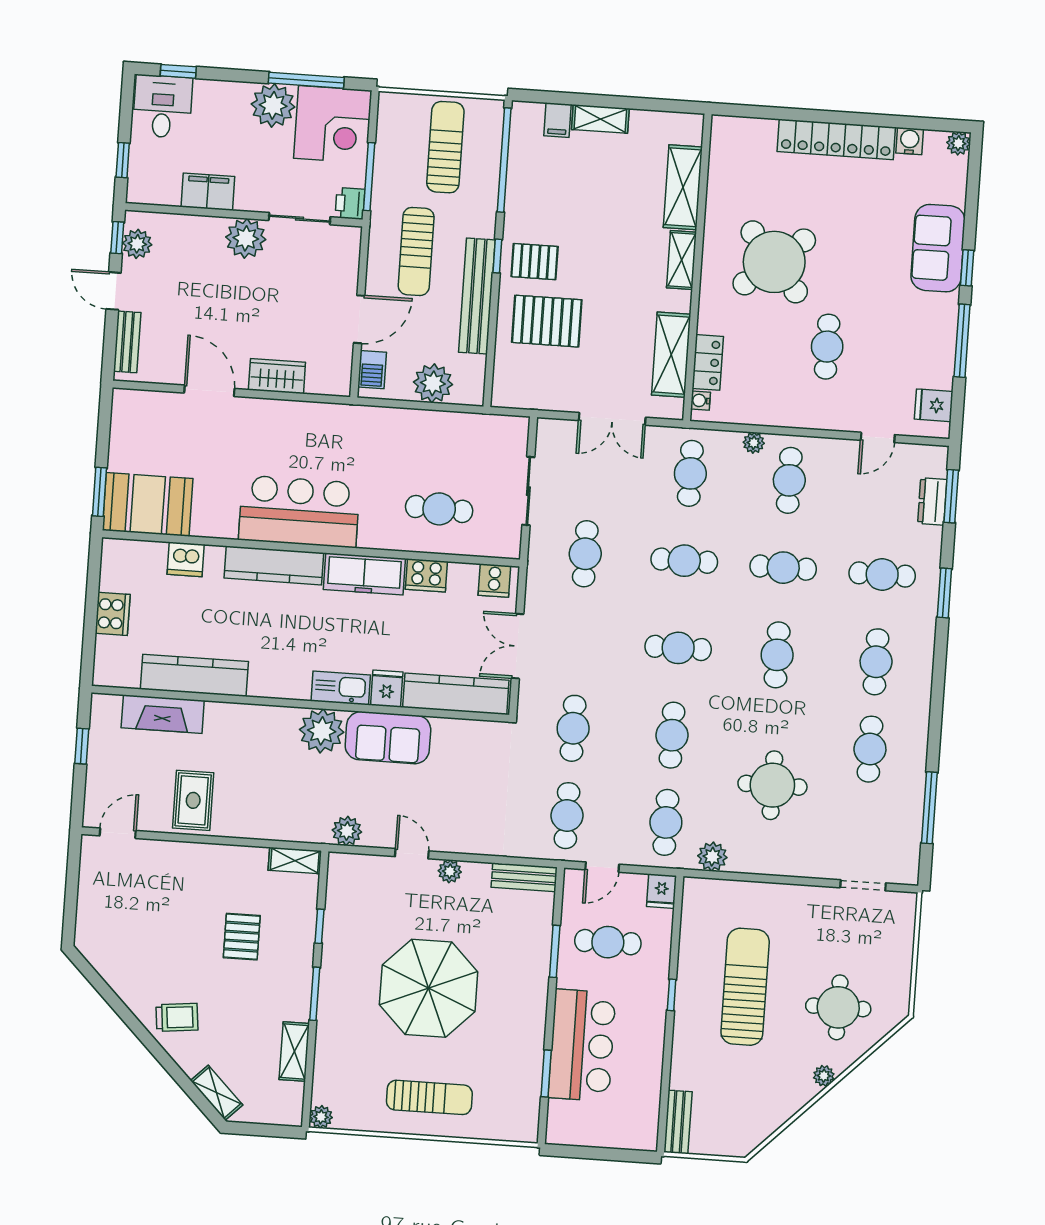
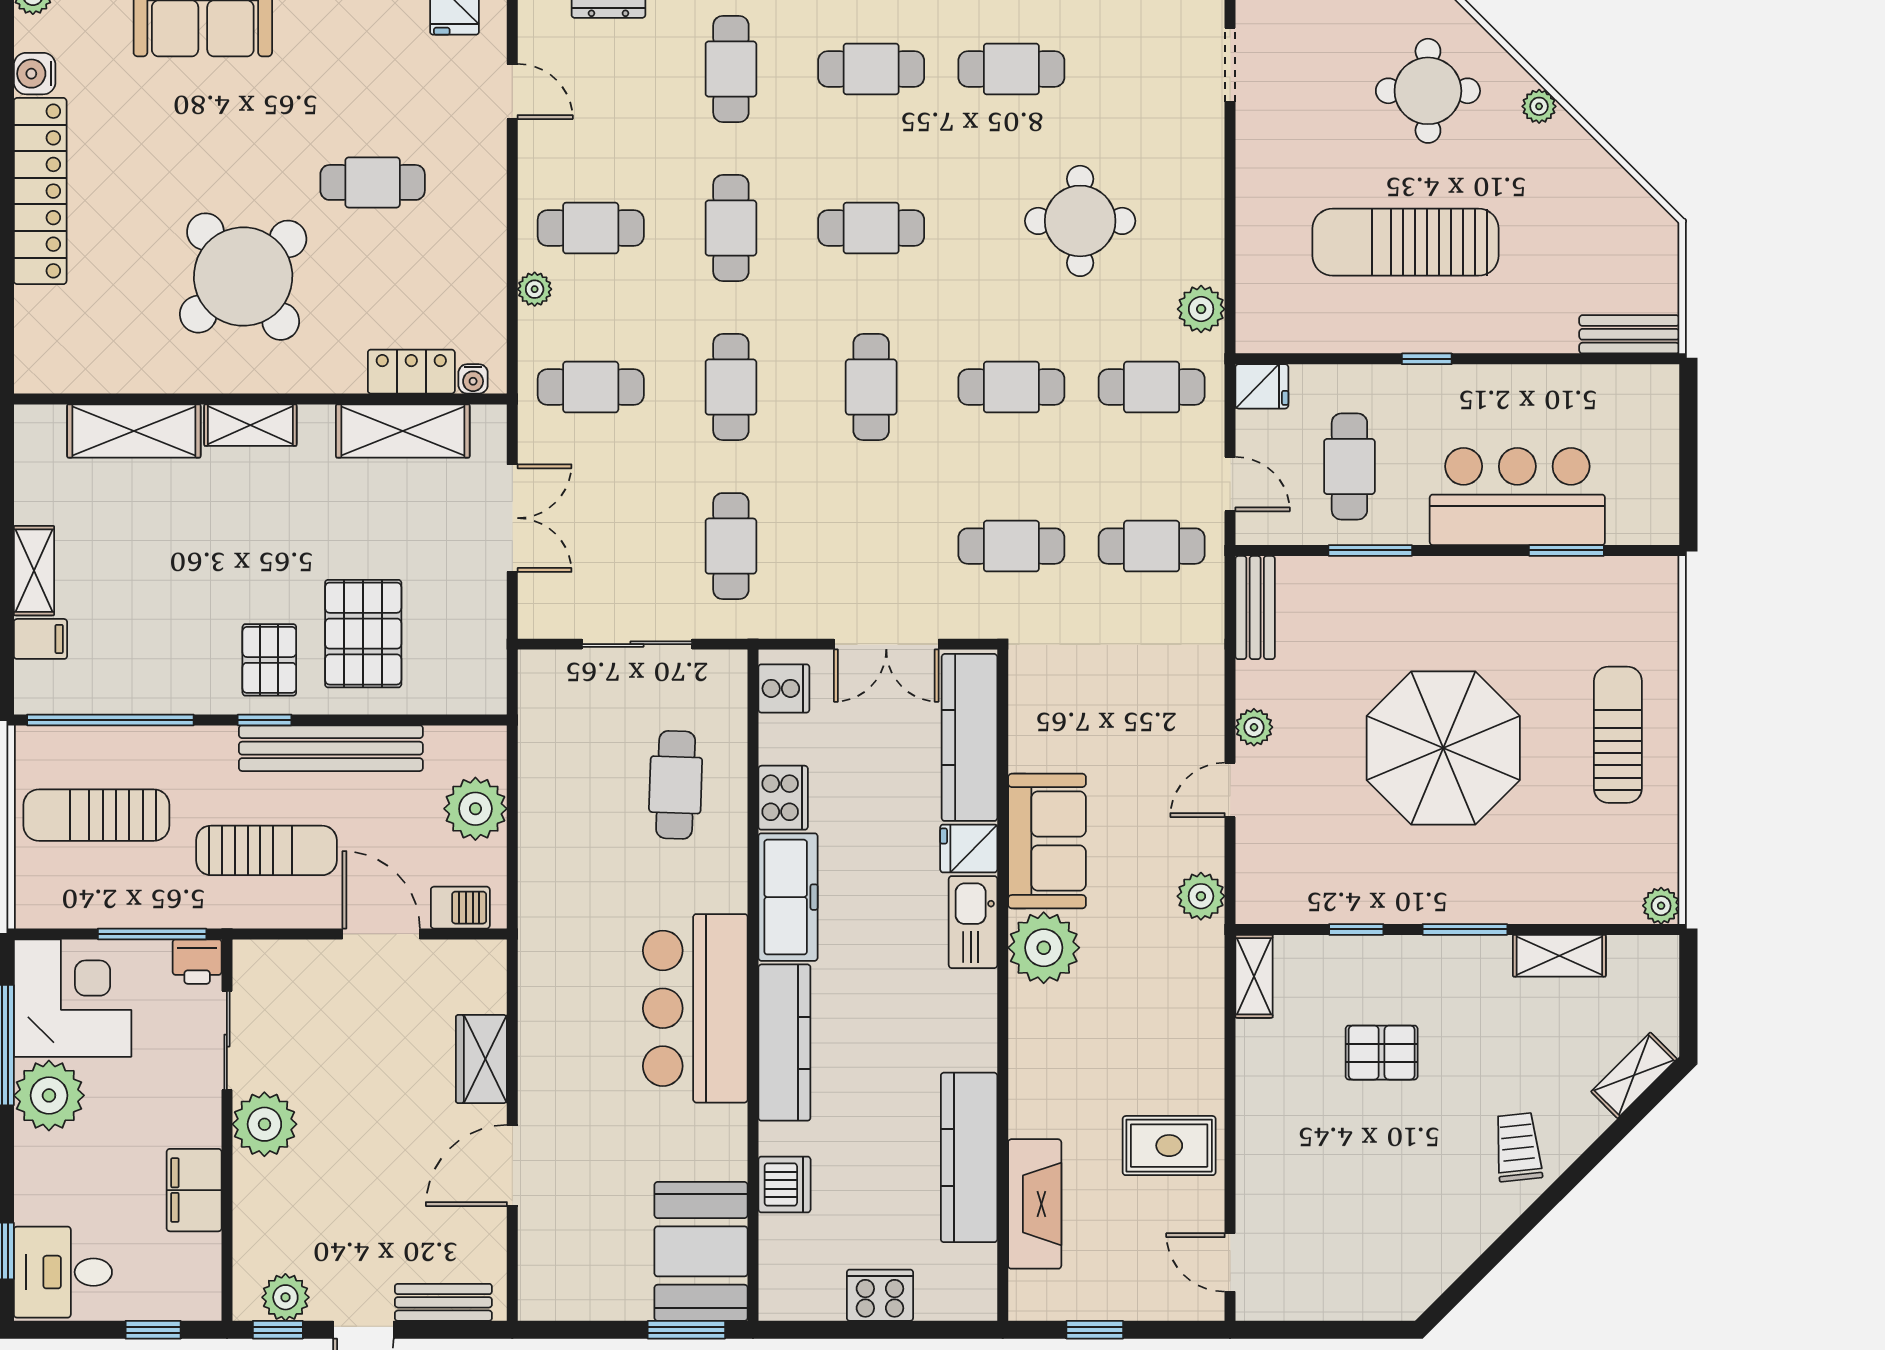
cafe table: (585, 554) -> (731, 546), turned 90

